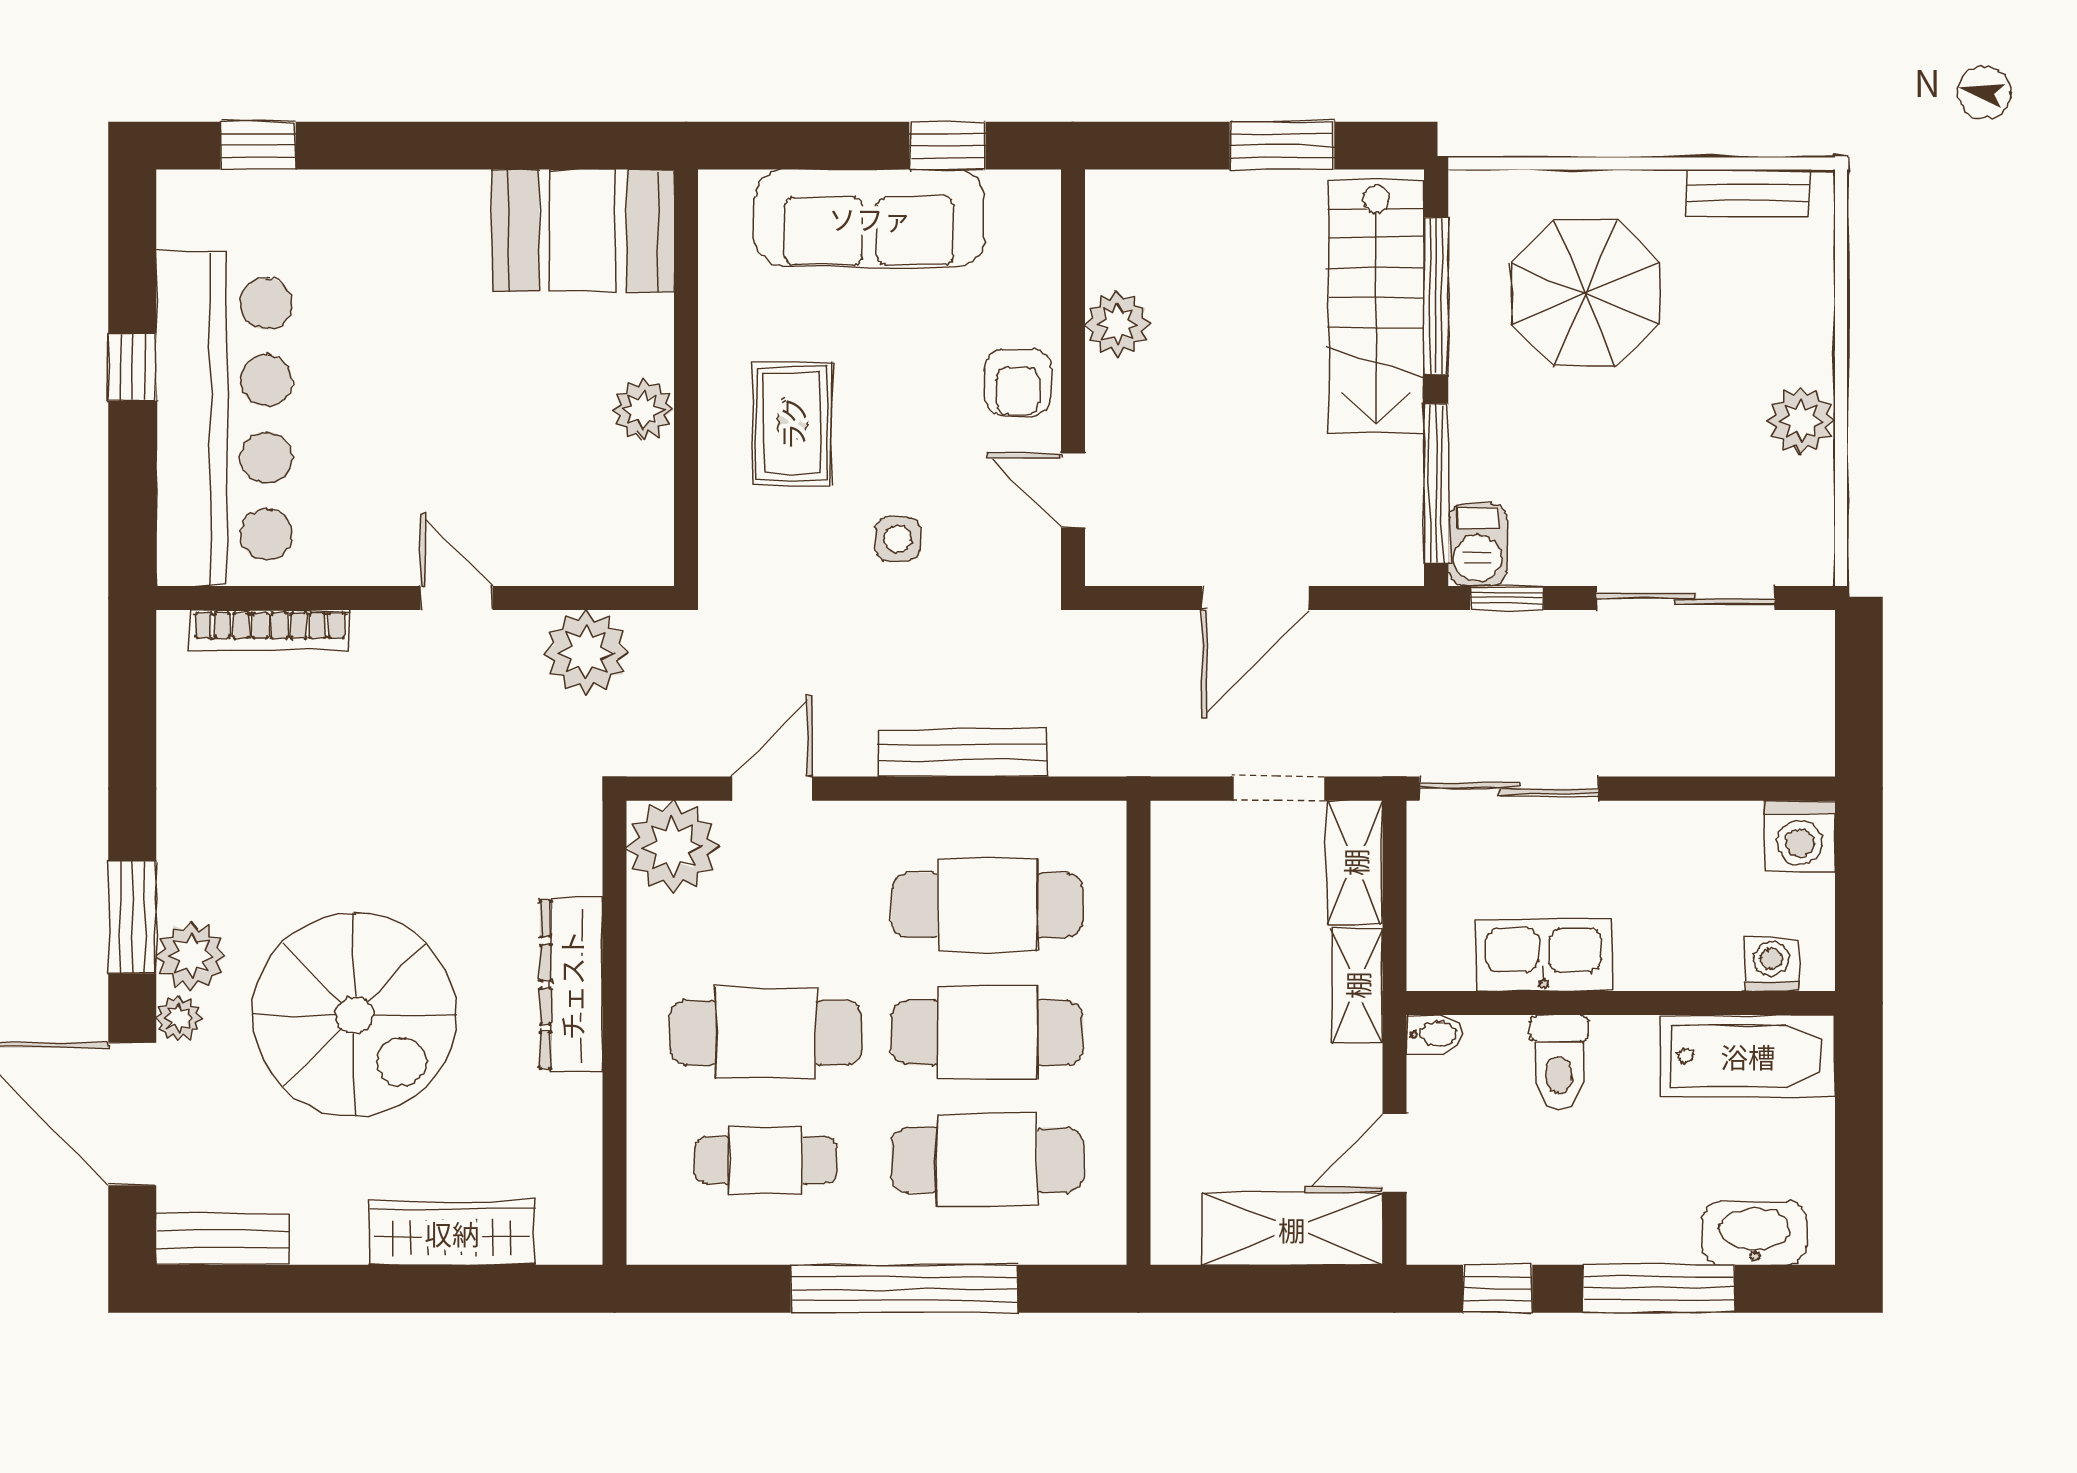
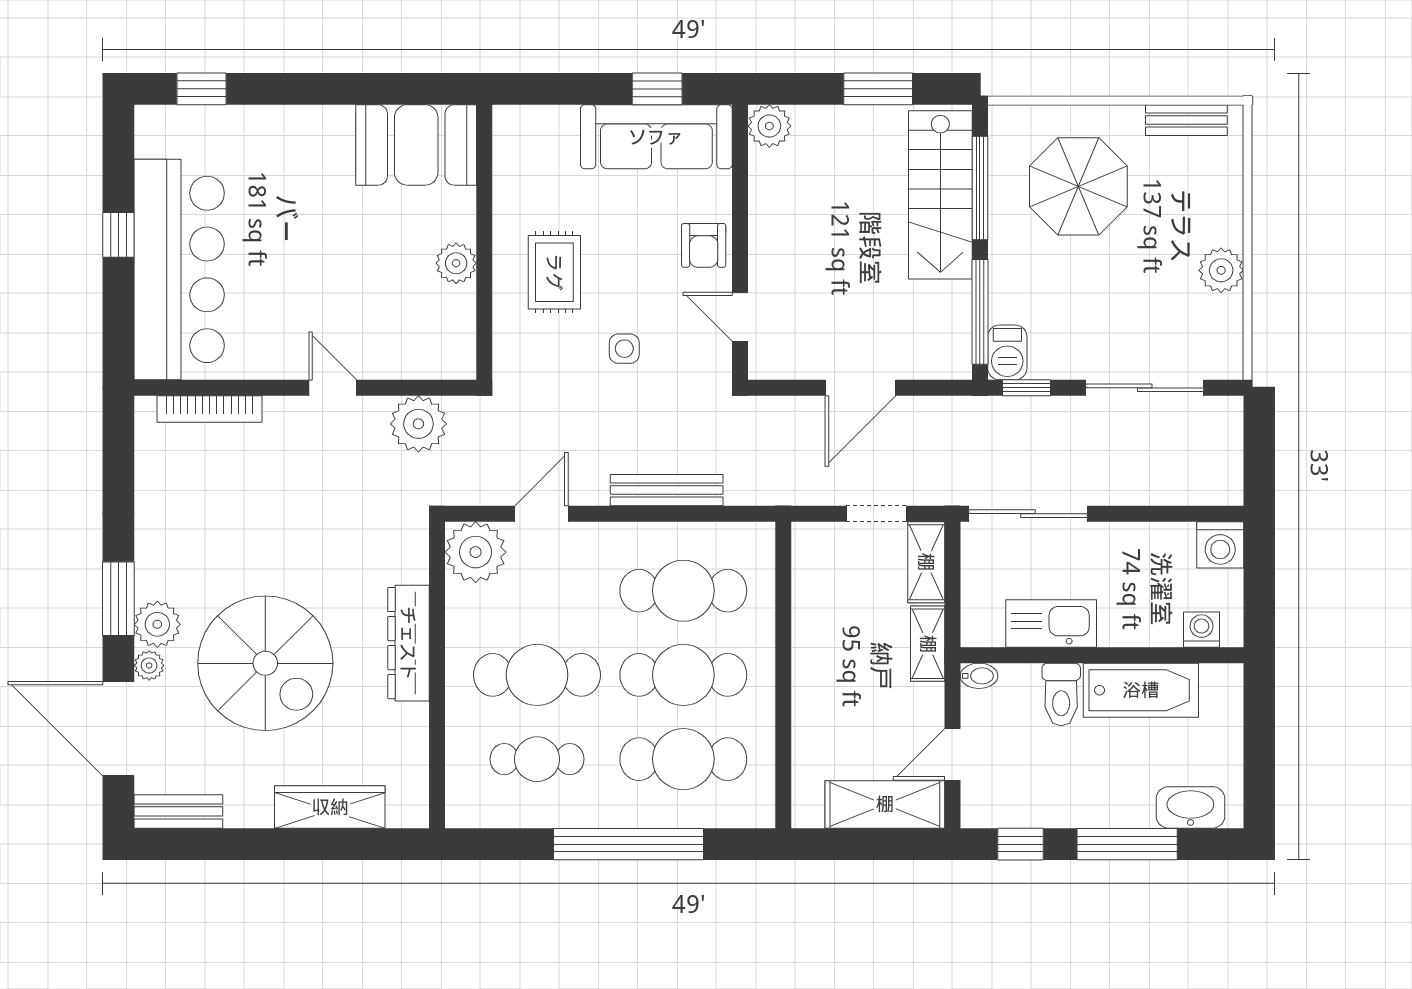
sofa: (870, 218) -> (656, 137), moved
plant: (1117, 324) -> (769, 126), moved
bathtub: (1748, 1056) -> (1141, 690), moved

